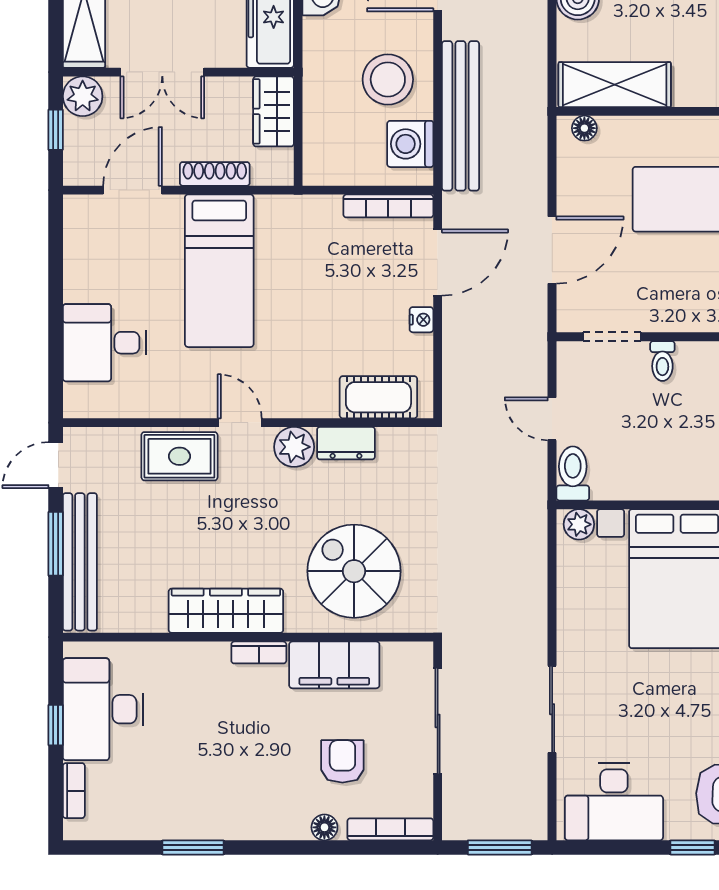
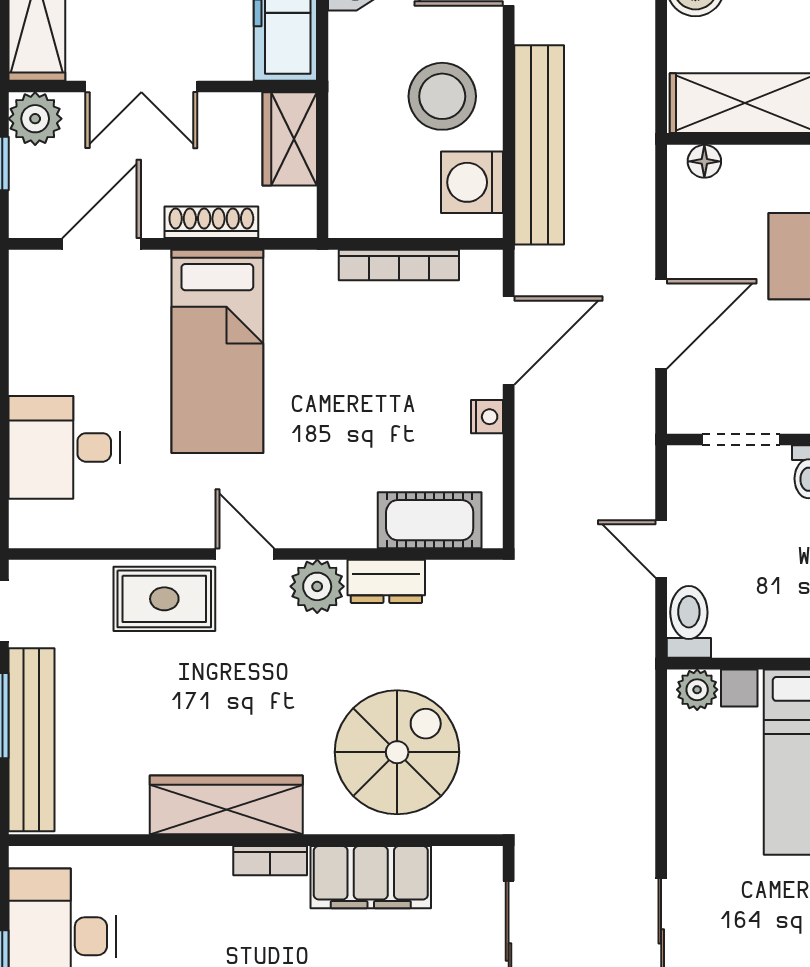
bookcase: (388, 206) -> (399, 265), moved
spiral stairs: (354, 571) -> (397, 752), turned 90

